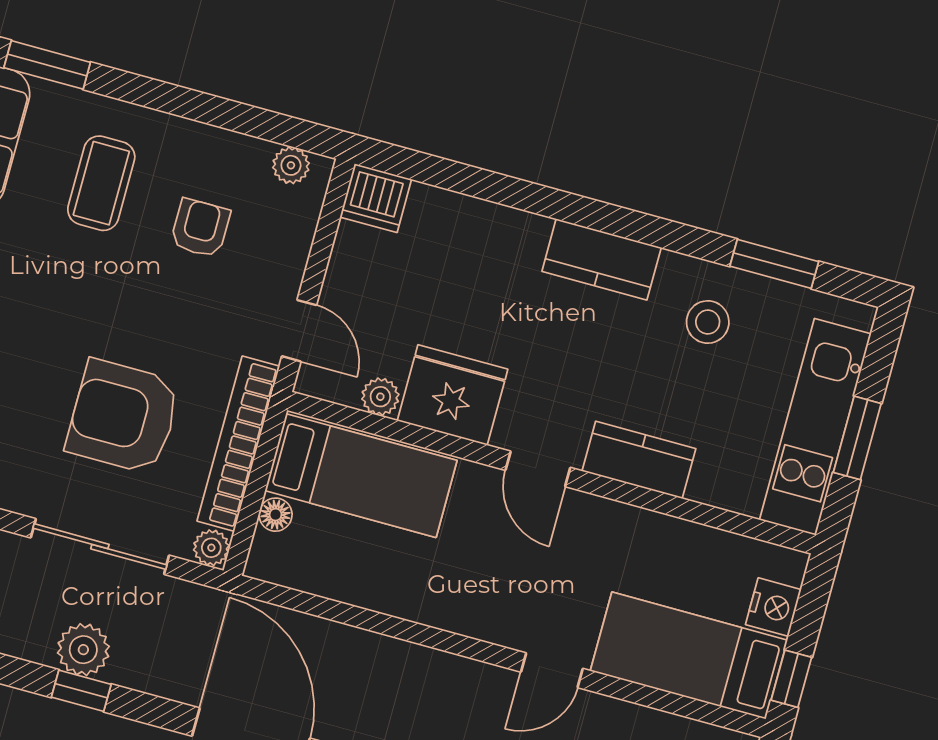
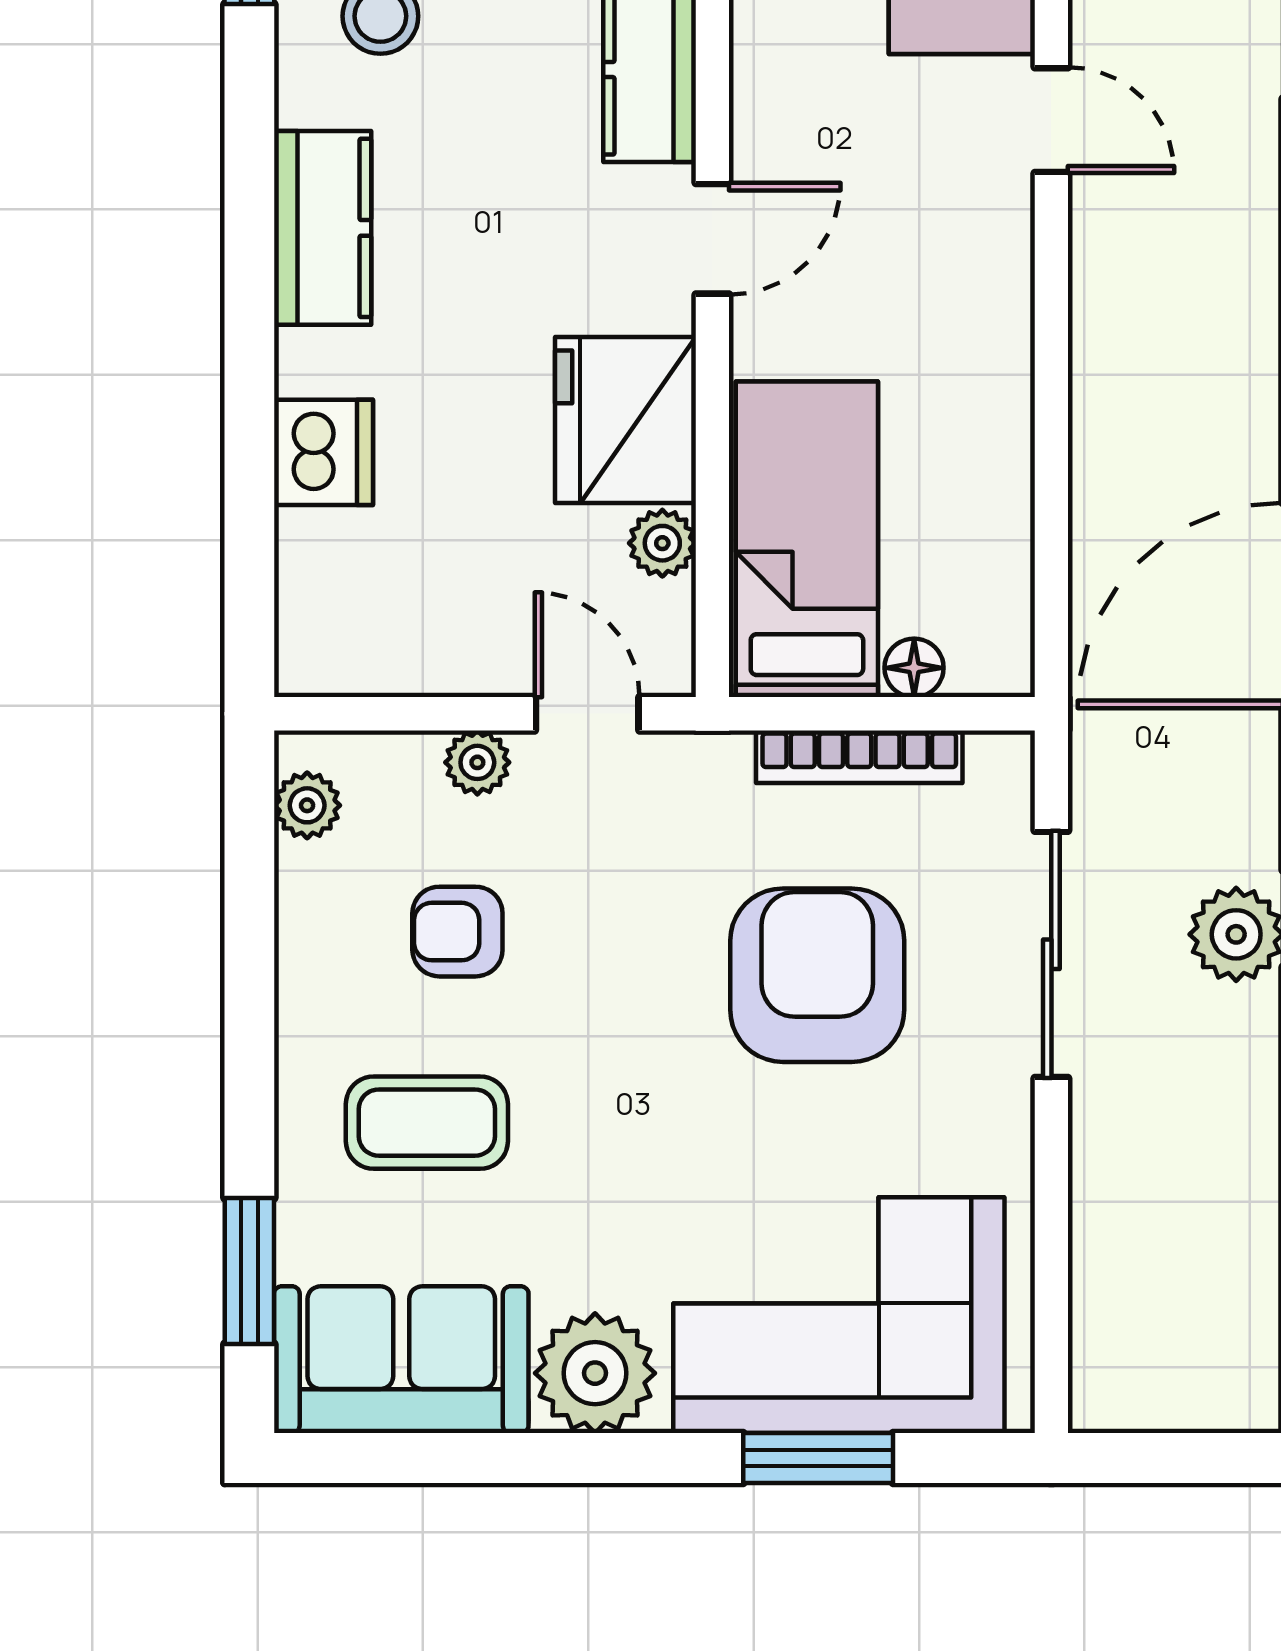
dishwasher: (376, 198) -> (324, 452), moved
door: (299, 331) -> (587, 714), hinge flipped
armchair: (123, 417) -> (817, 975), turned 180
bookcase: (238, 444) -> (859, 757), width x0.68, depth x0.76
plant: (211, 548) -> (477, 762), moved

